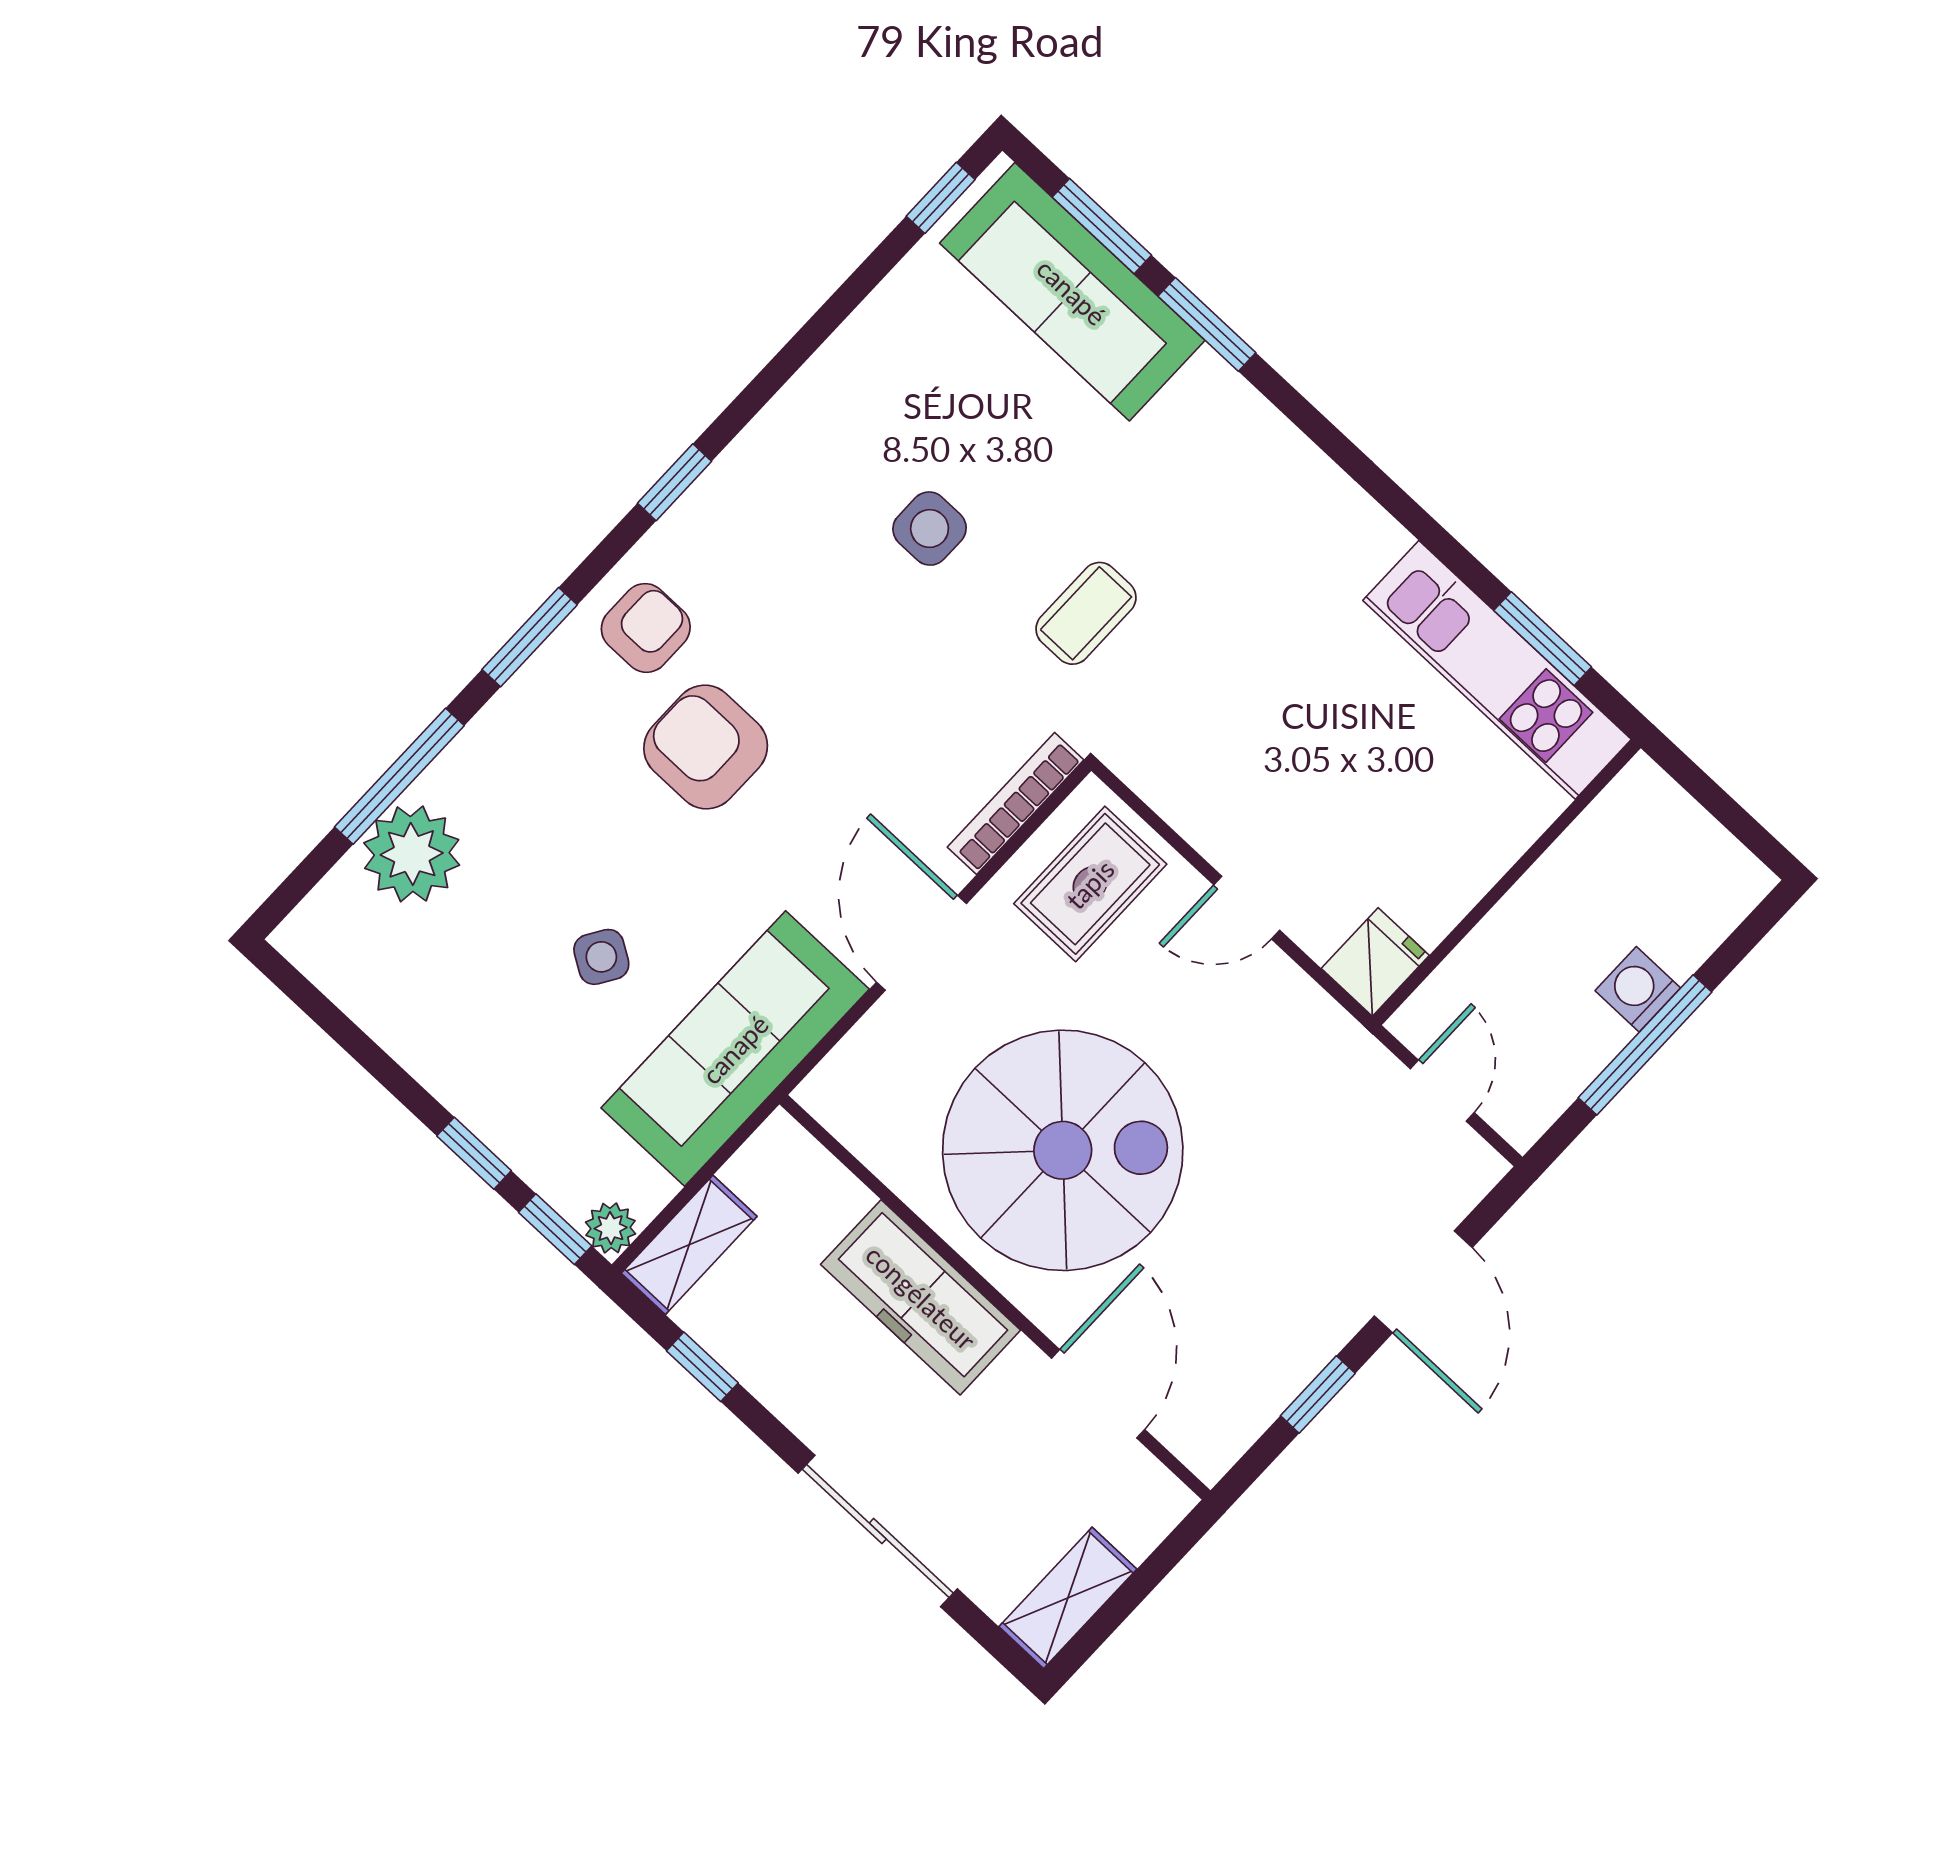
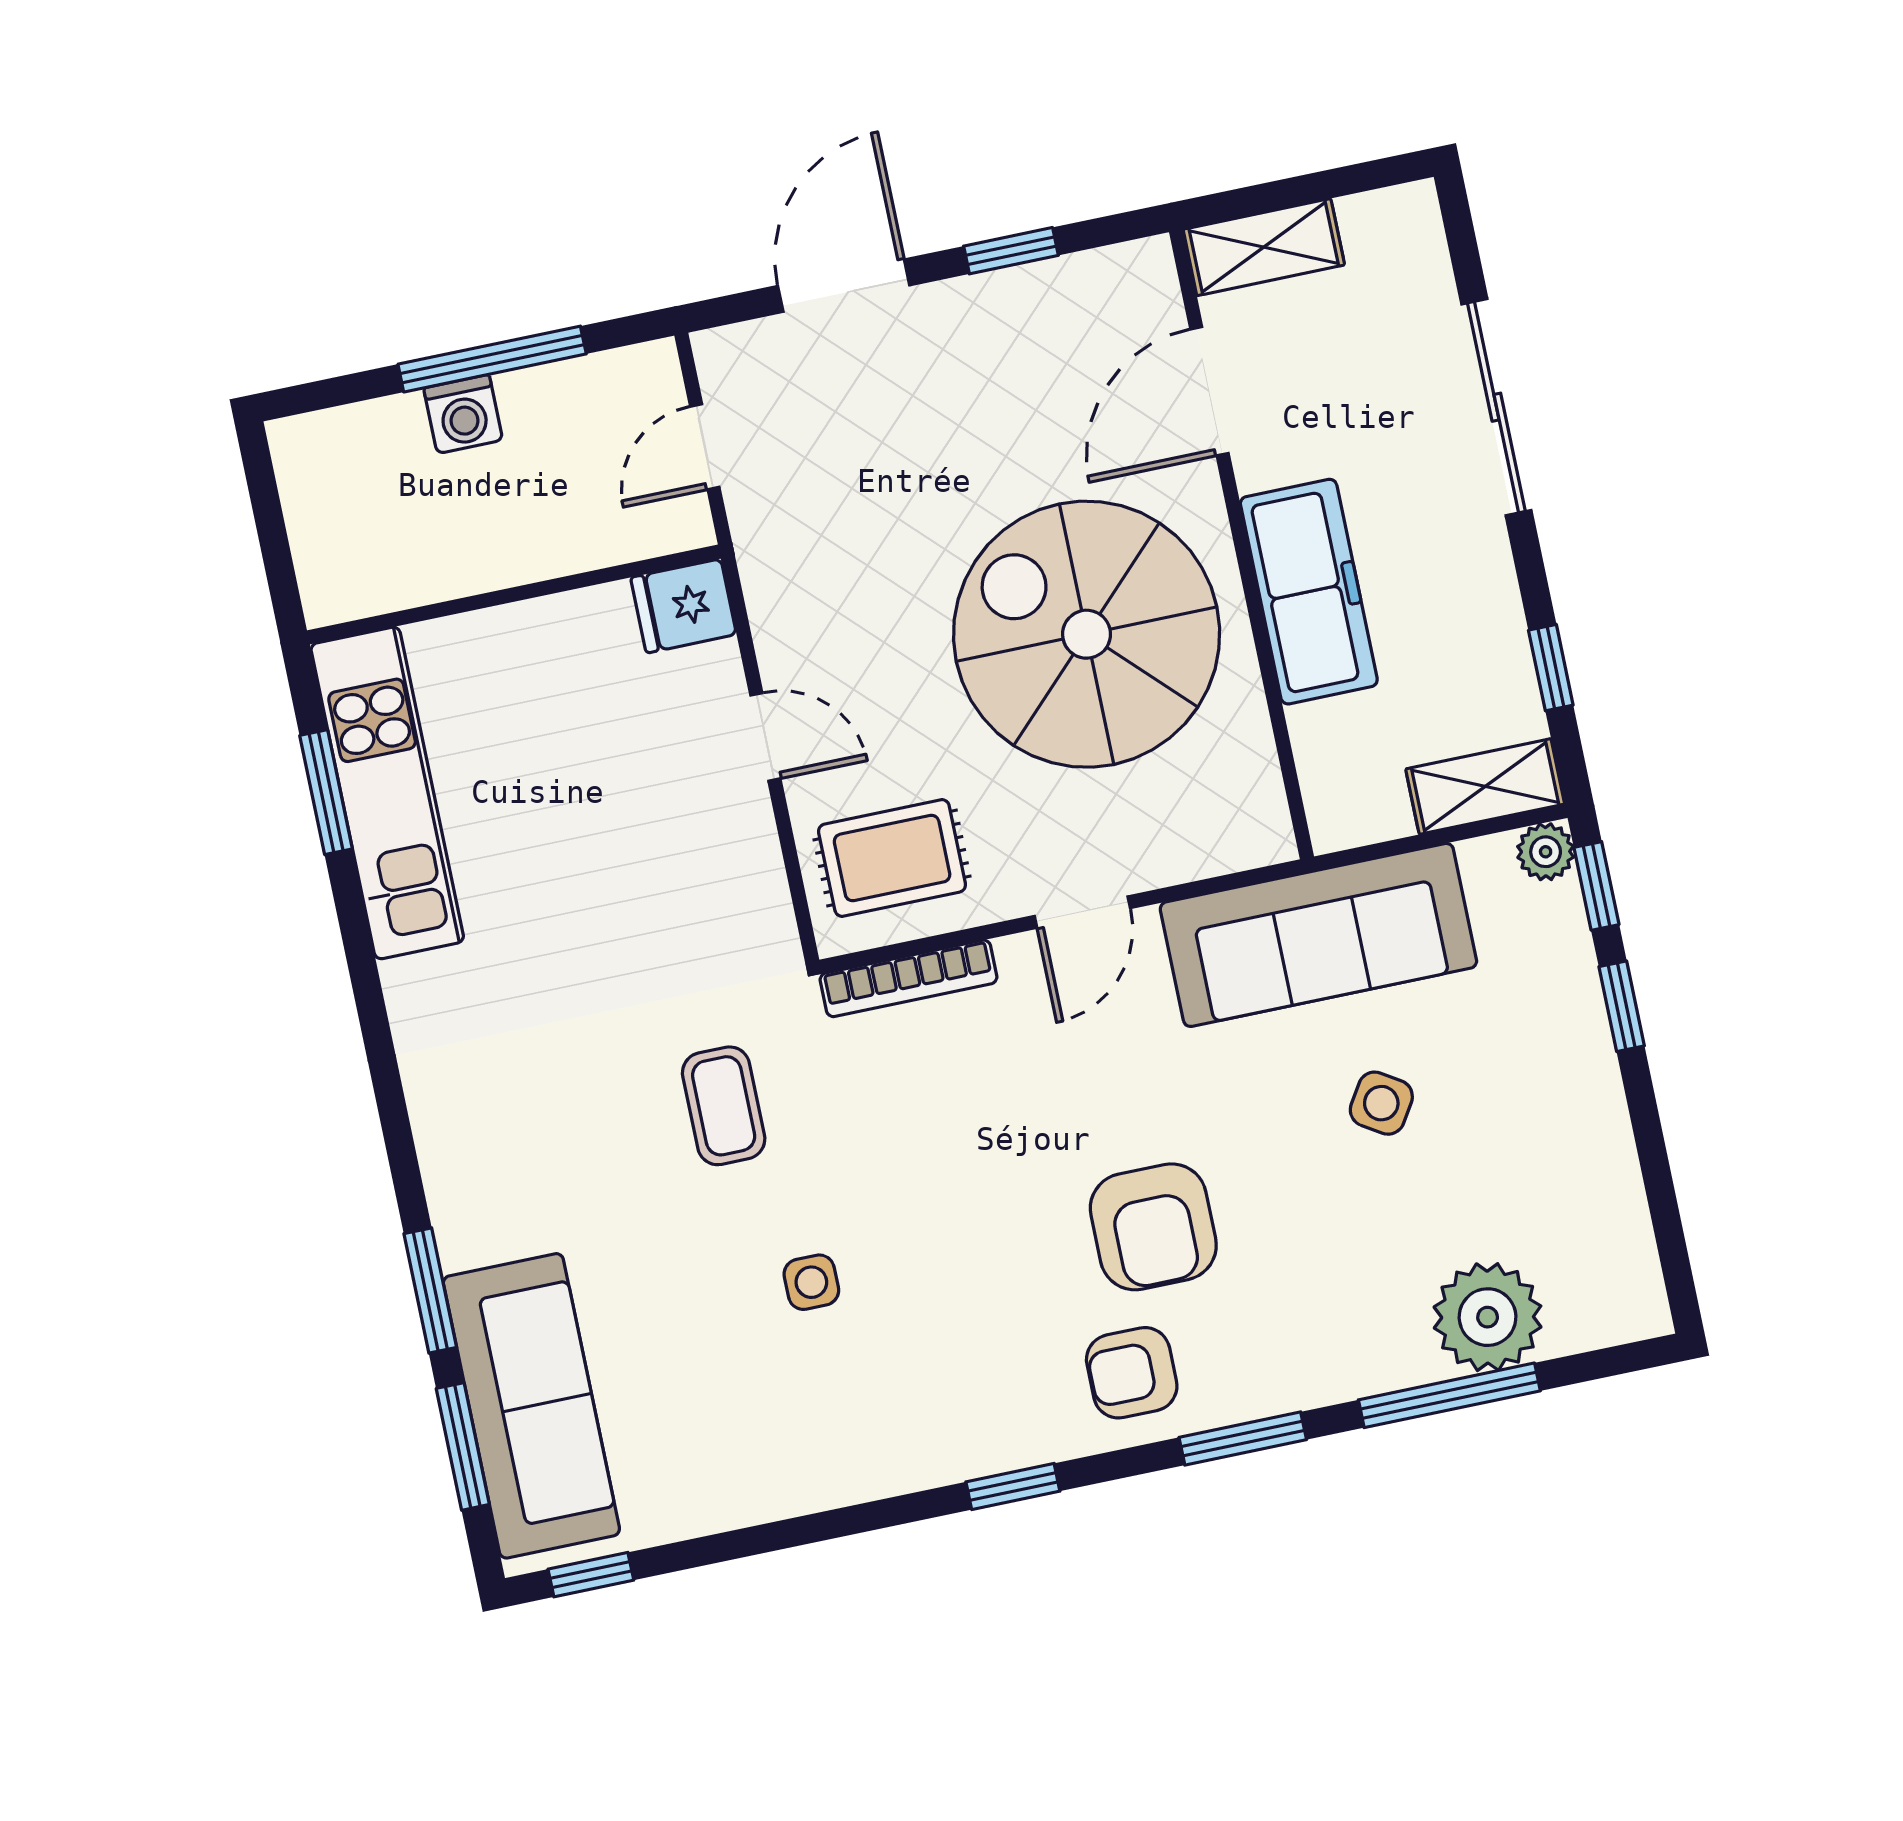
side table: (930, 529) -> (811, 1282), width x0.73, depth x0.73
coffee table: (1086, 613) -> (724, 1106), turned 90
door: (922, 943) -> (1082, 912), width x0.73
shelving: (1068, 1598) -> (1264, 247), moved

